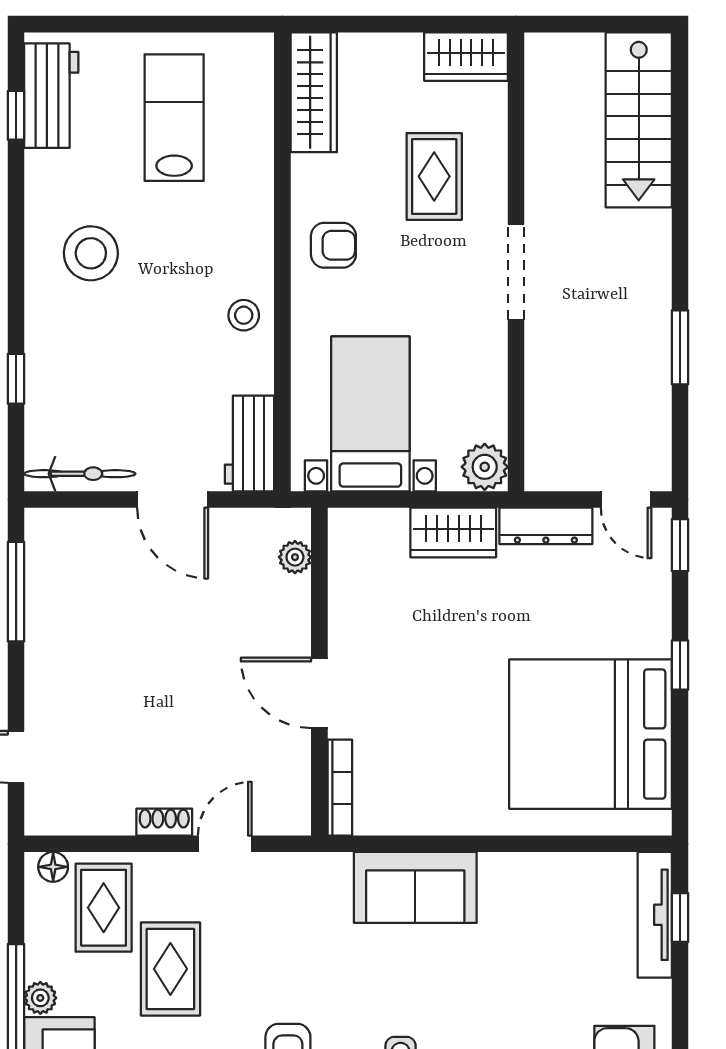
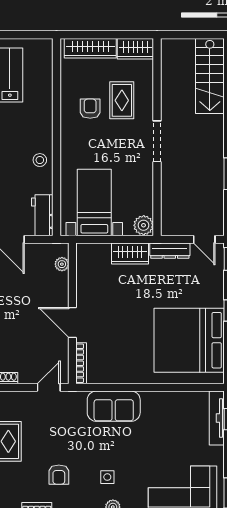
wardrobe: (314, 92) -> (90, 48), moved, turned 90
armchair: (333, 245) -> (90, 109), moved, turned -90
door: (225, 844) -> (49, 387), moved

